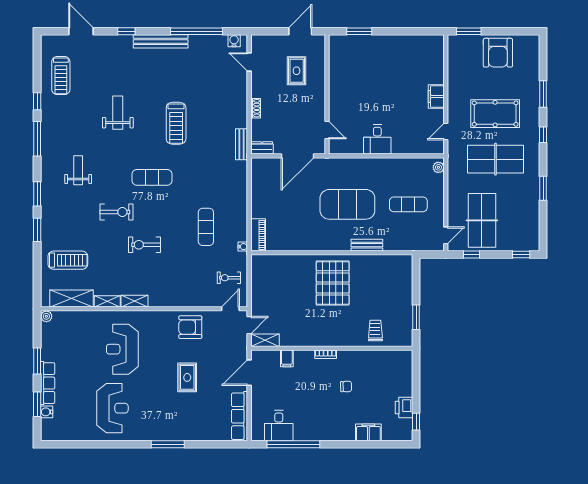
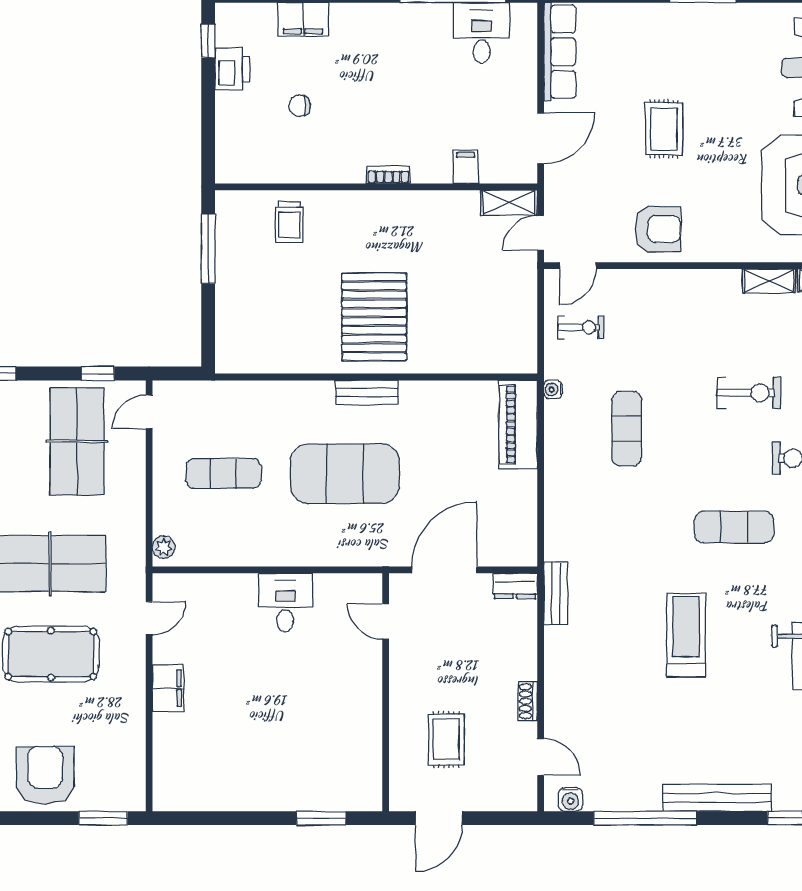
shoe rack: (256, 108) -> (528, 701), moved
piano: (258, 235) -> (518, 424), width x1.37, depth x1.33
bench: (367, 245) -> (367, 392), moved
window: (416, 317) -> (208, 249), width x1.44
chair: (346, 387) -> (300, 106), moved

